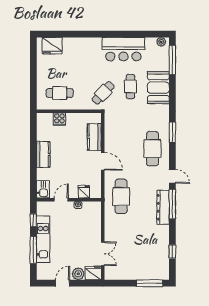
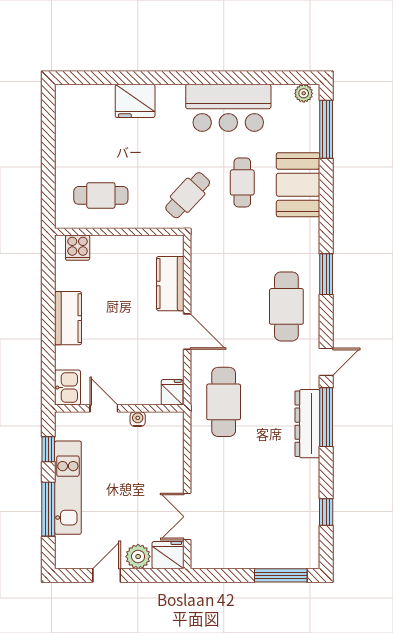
fridge: (52, 46) -> (135, 101), moved
cooker: (59, 119) -> (78, 248), moved
door: (172, 176) -> (326, 362), hinge flipped
fridge: (84, 192) -> (172, 392), moved
door: (61, 200) -> (104, 408), hinge flipped
double door: (103, 254) -> (187, 517), swing flipped

